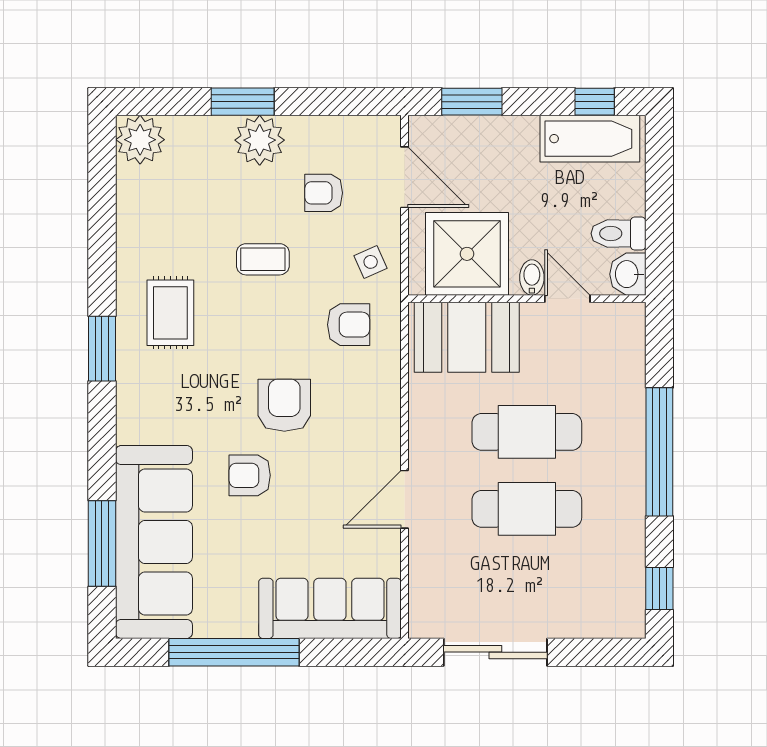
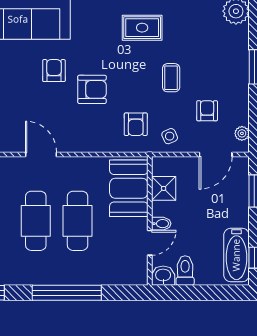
plant: (260, 140) -> (242, 133), moved, width x0.53, depth x0.53
shower: (467, 254) -> (164, 188), width x0.54, depth x0.54

